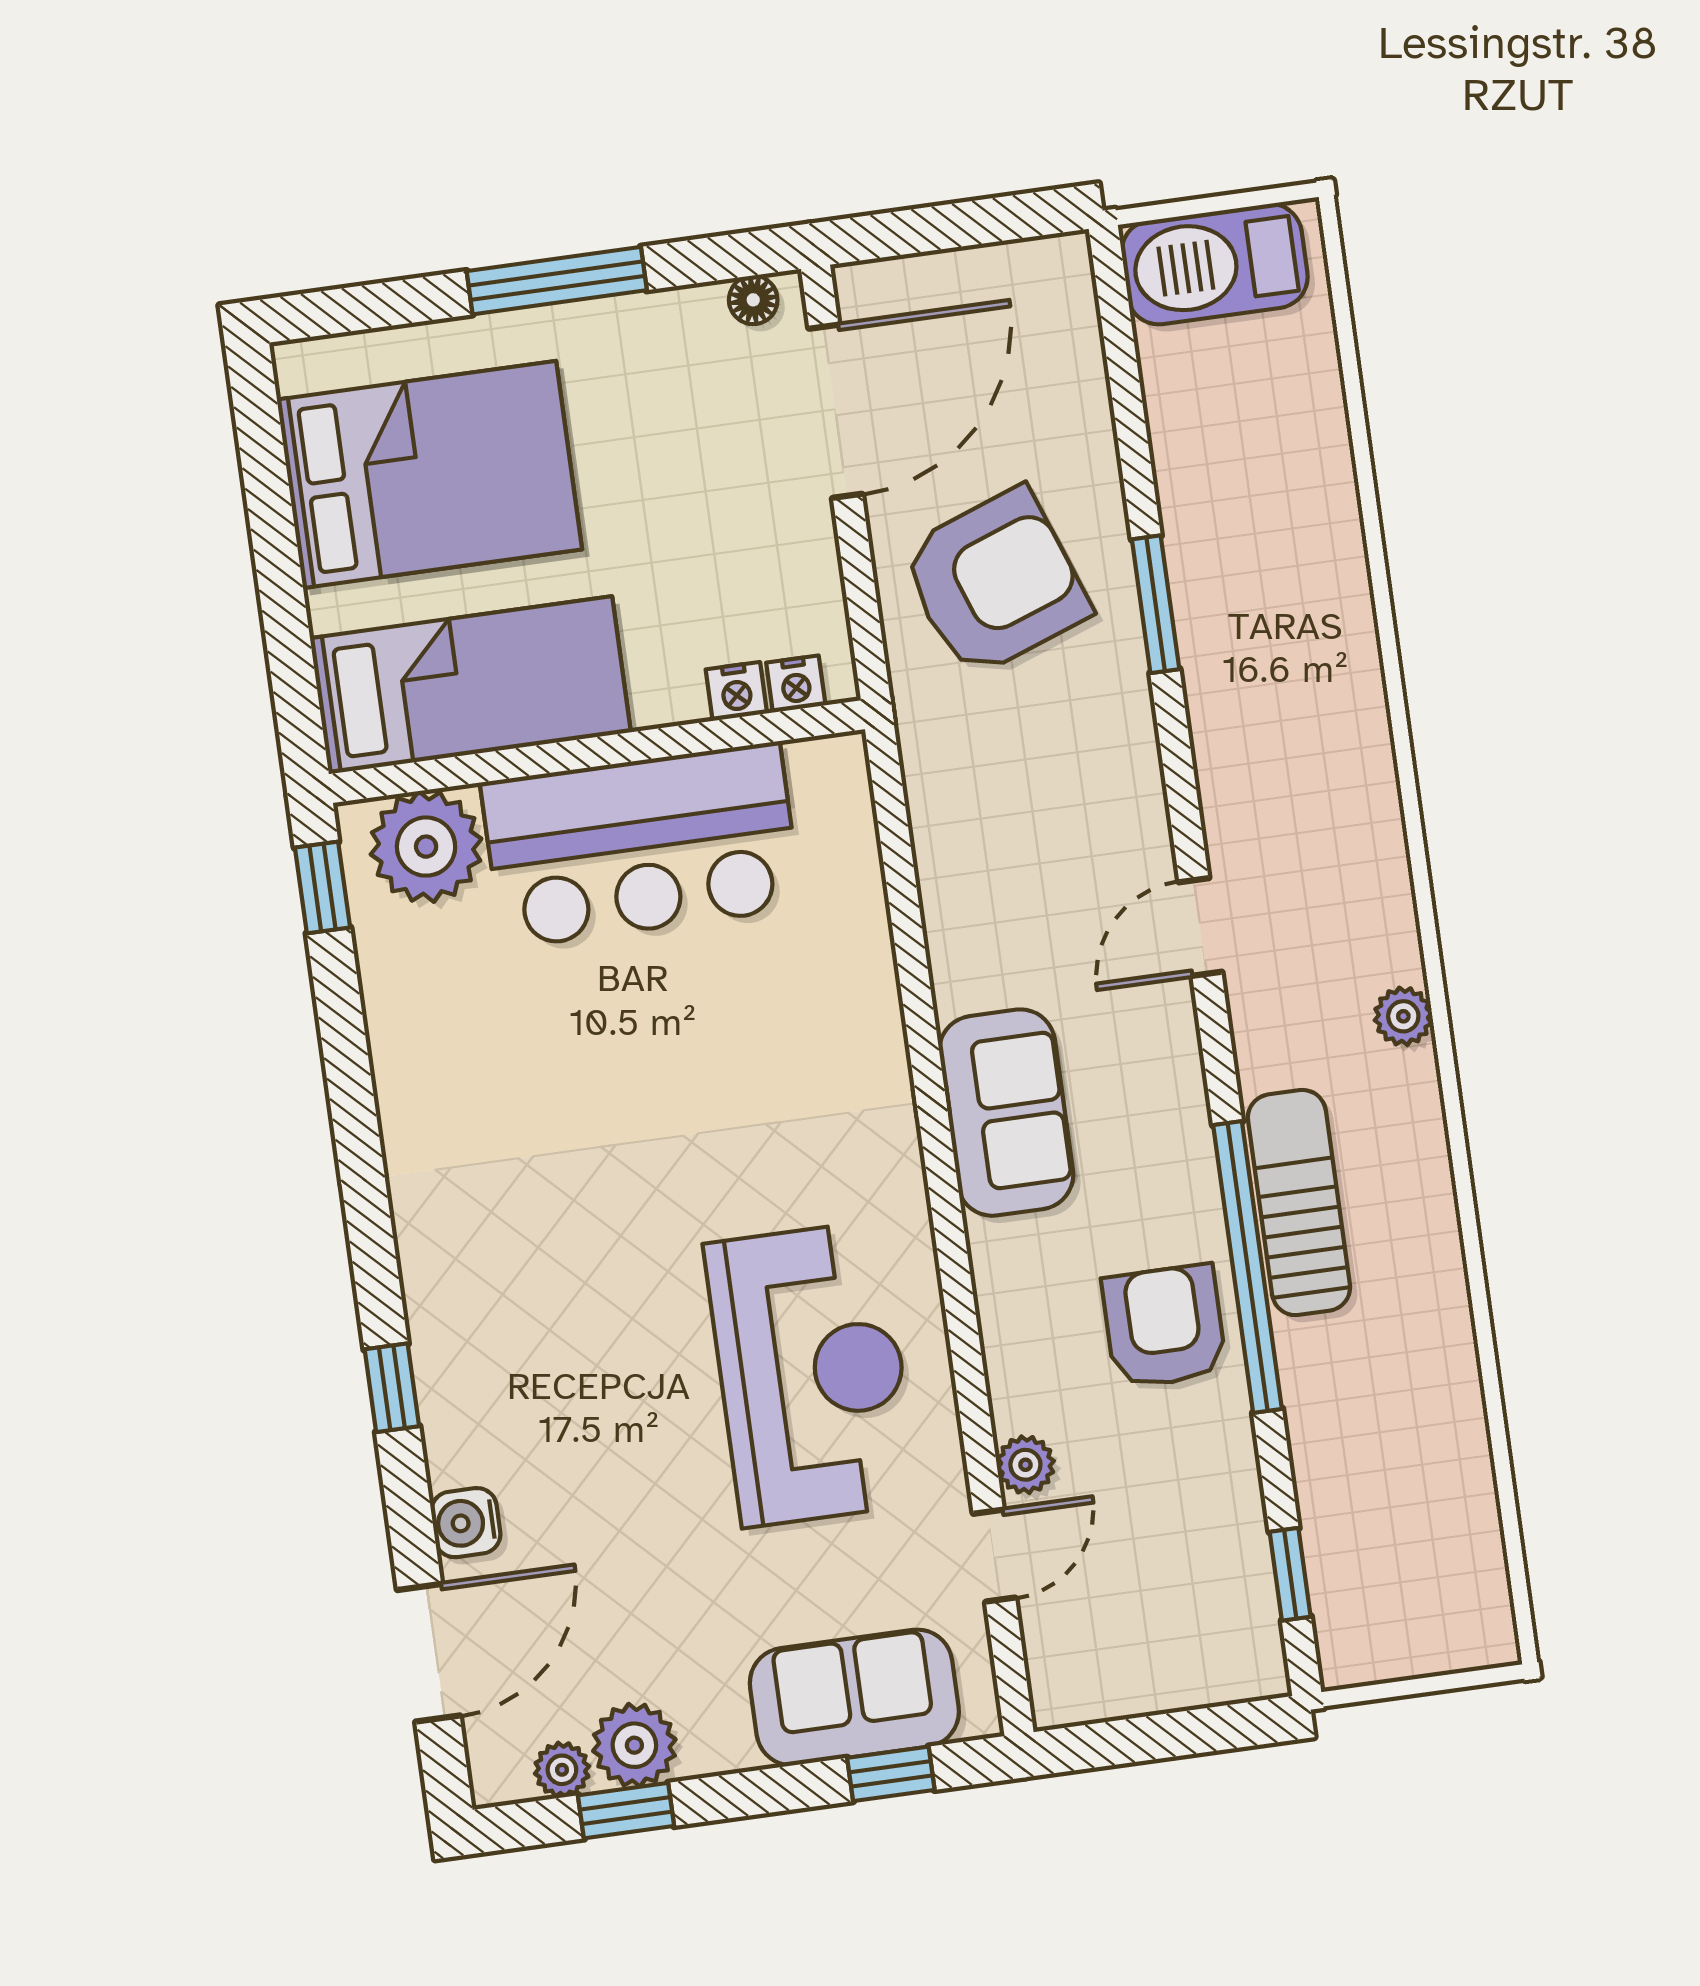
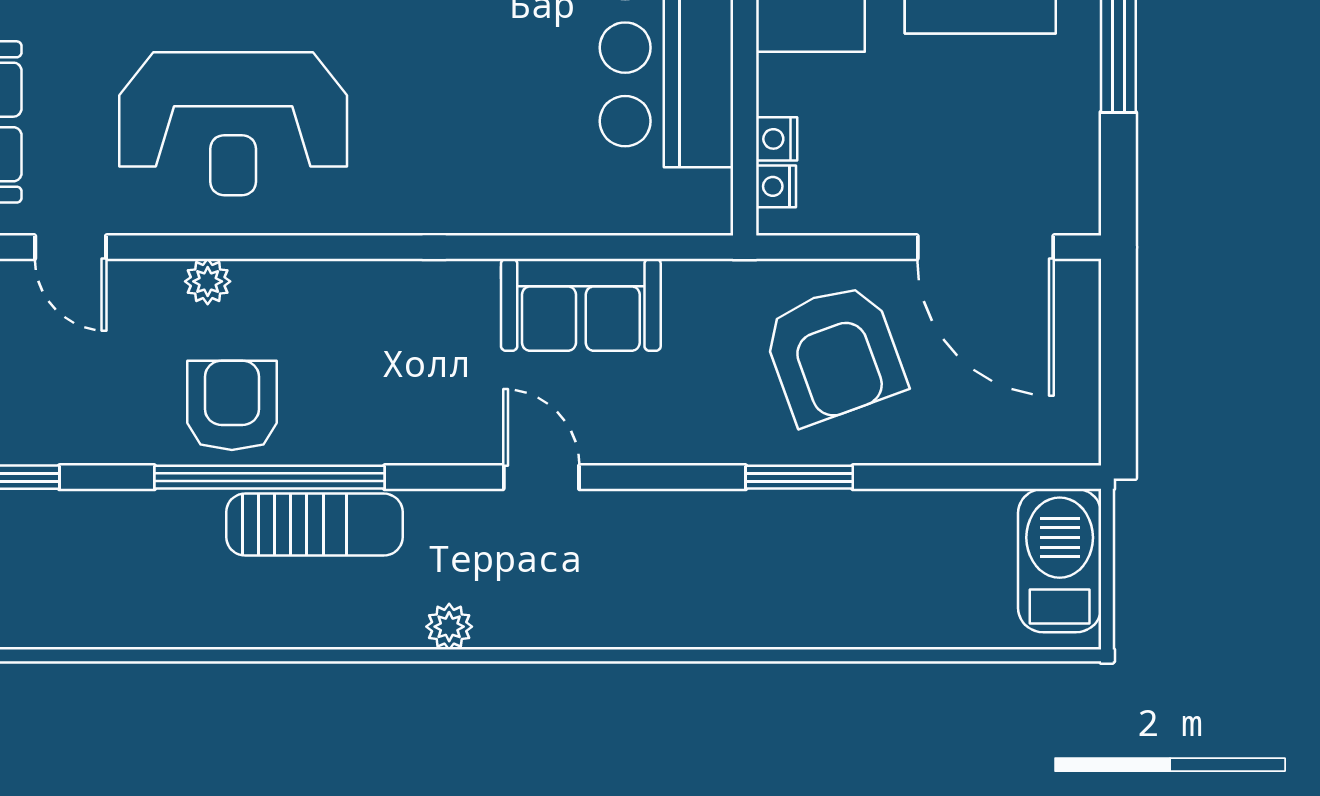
floor lamp: (753, 300) -> (1082, 195), removed
sofa: (1006, 1113) -> (581, 305), moved
armchair: (1164, 1326) -> (232, 405), turned -90
plant: (1025, 1465) -> (208, 281), moved

